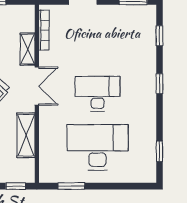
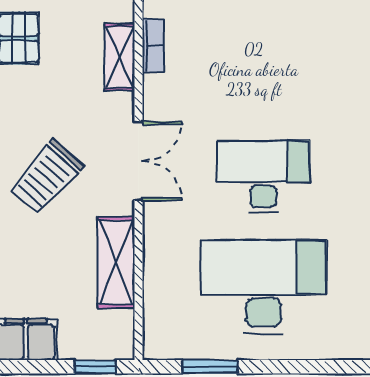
bookcase: (44, 30) -> (153, 46), width x0.64
shelving: (28, 49) -> (120, 57), moved

